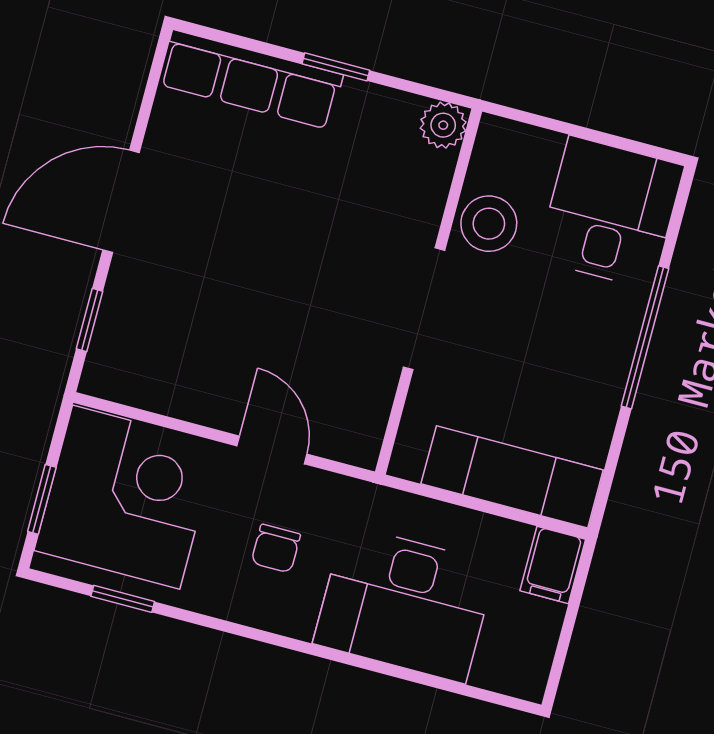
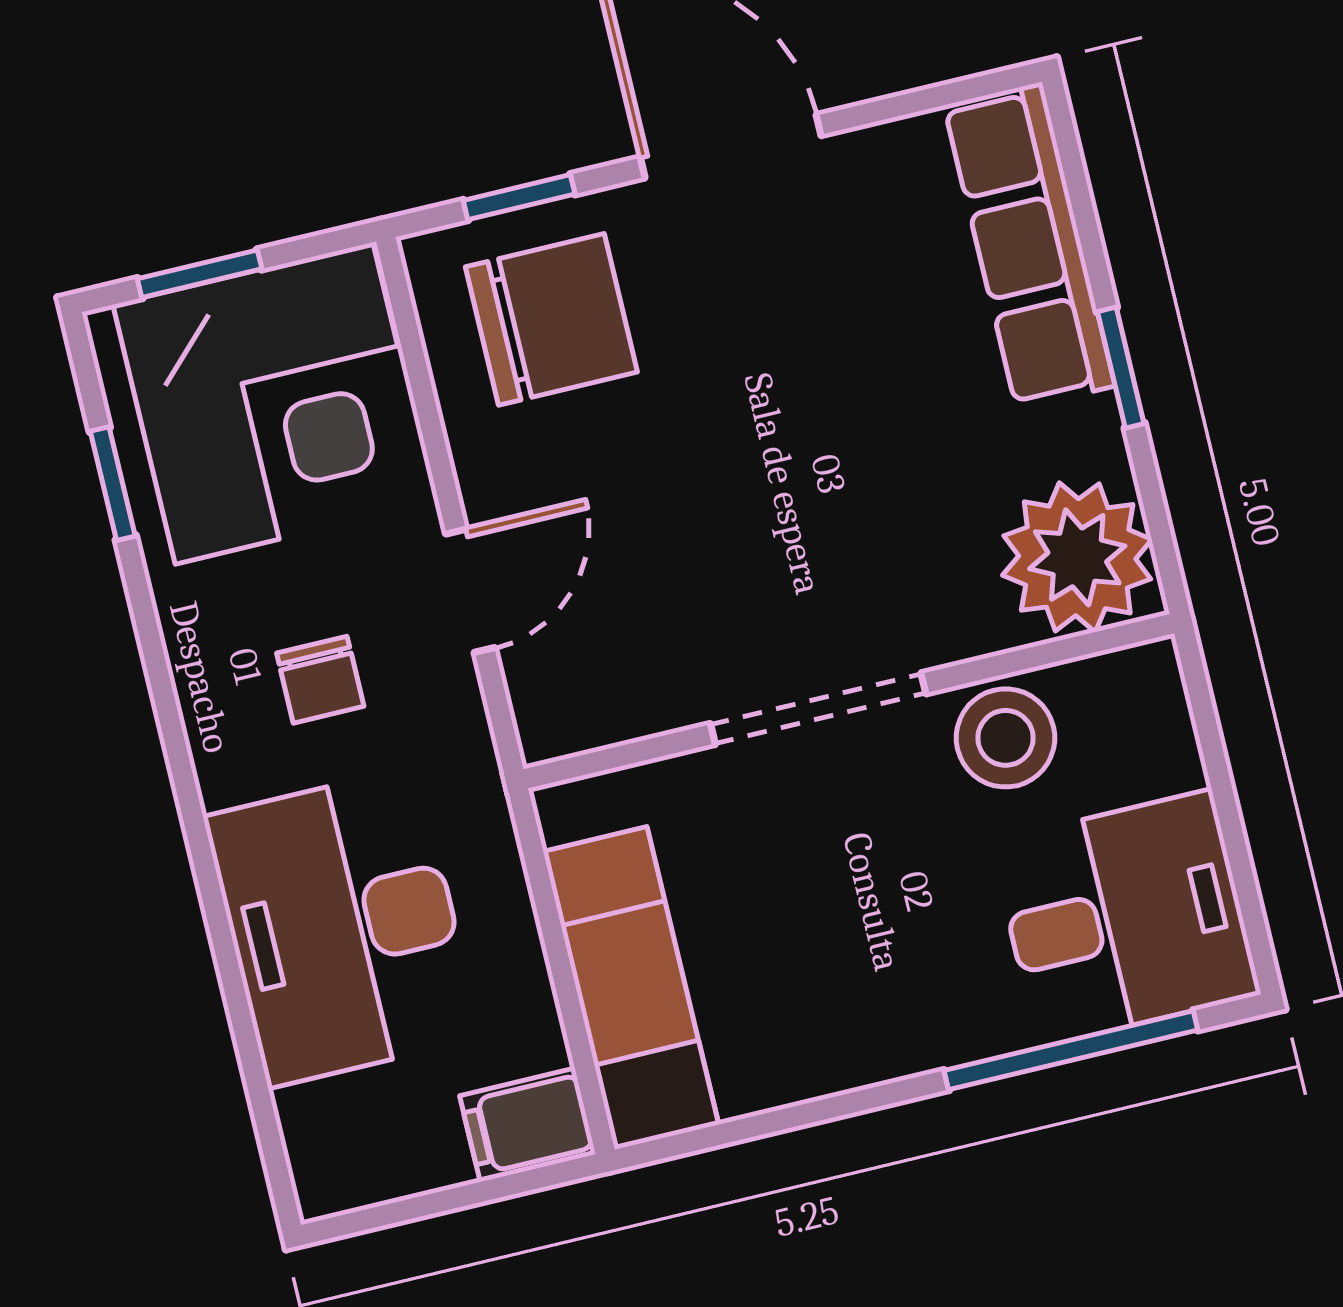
plant: (443, 125) -> (1077, 557), width x1.88, depth x1.88
chair: (159, 337) -> (551, 319), added
window: (645, 337) -> (1071, 1050), moved
chair: (276, 548) -> (320, 680), turned -90

